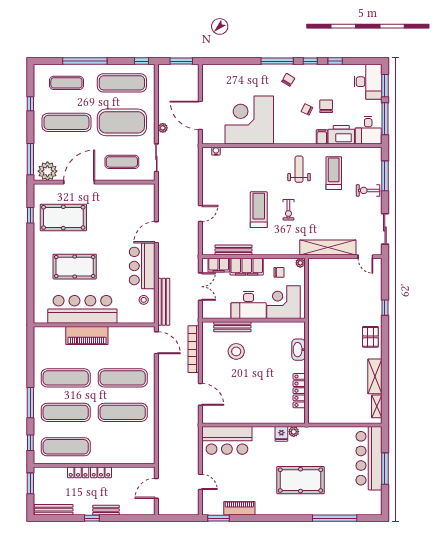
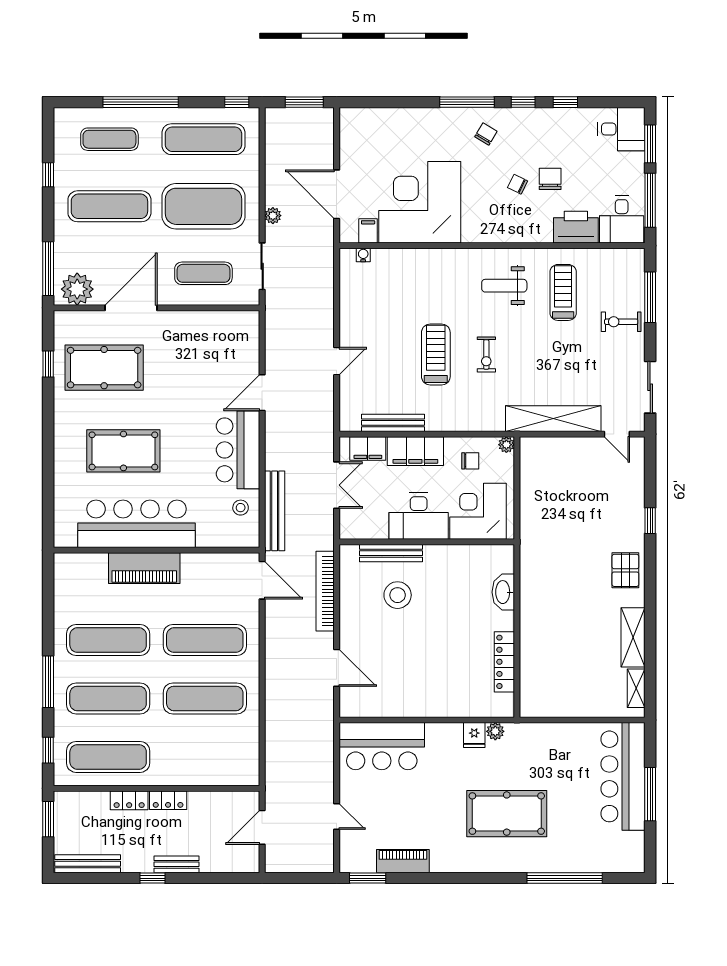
desk: (368, 82) -> (621, 129), width x0.73
filing cabinet: (322, 137) -> (368, 231), moved
weight bench: (299, 169) -> (504, 286), turned -90

